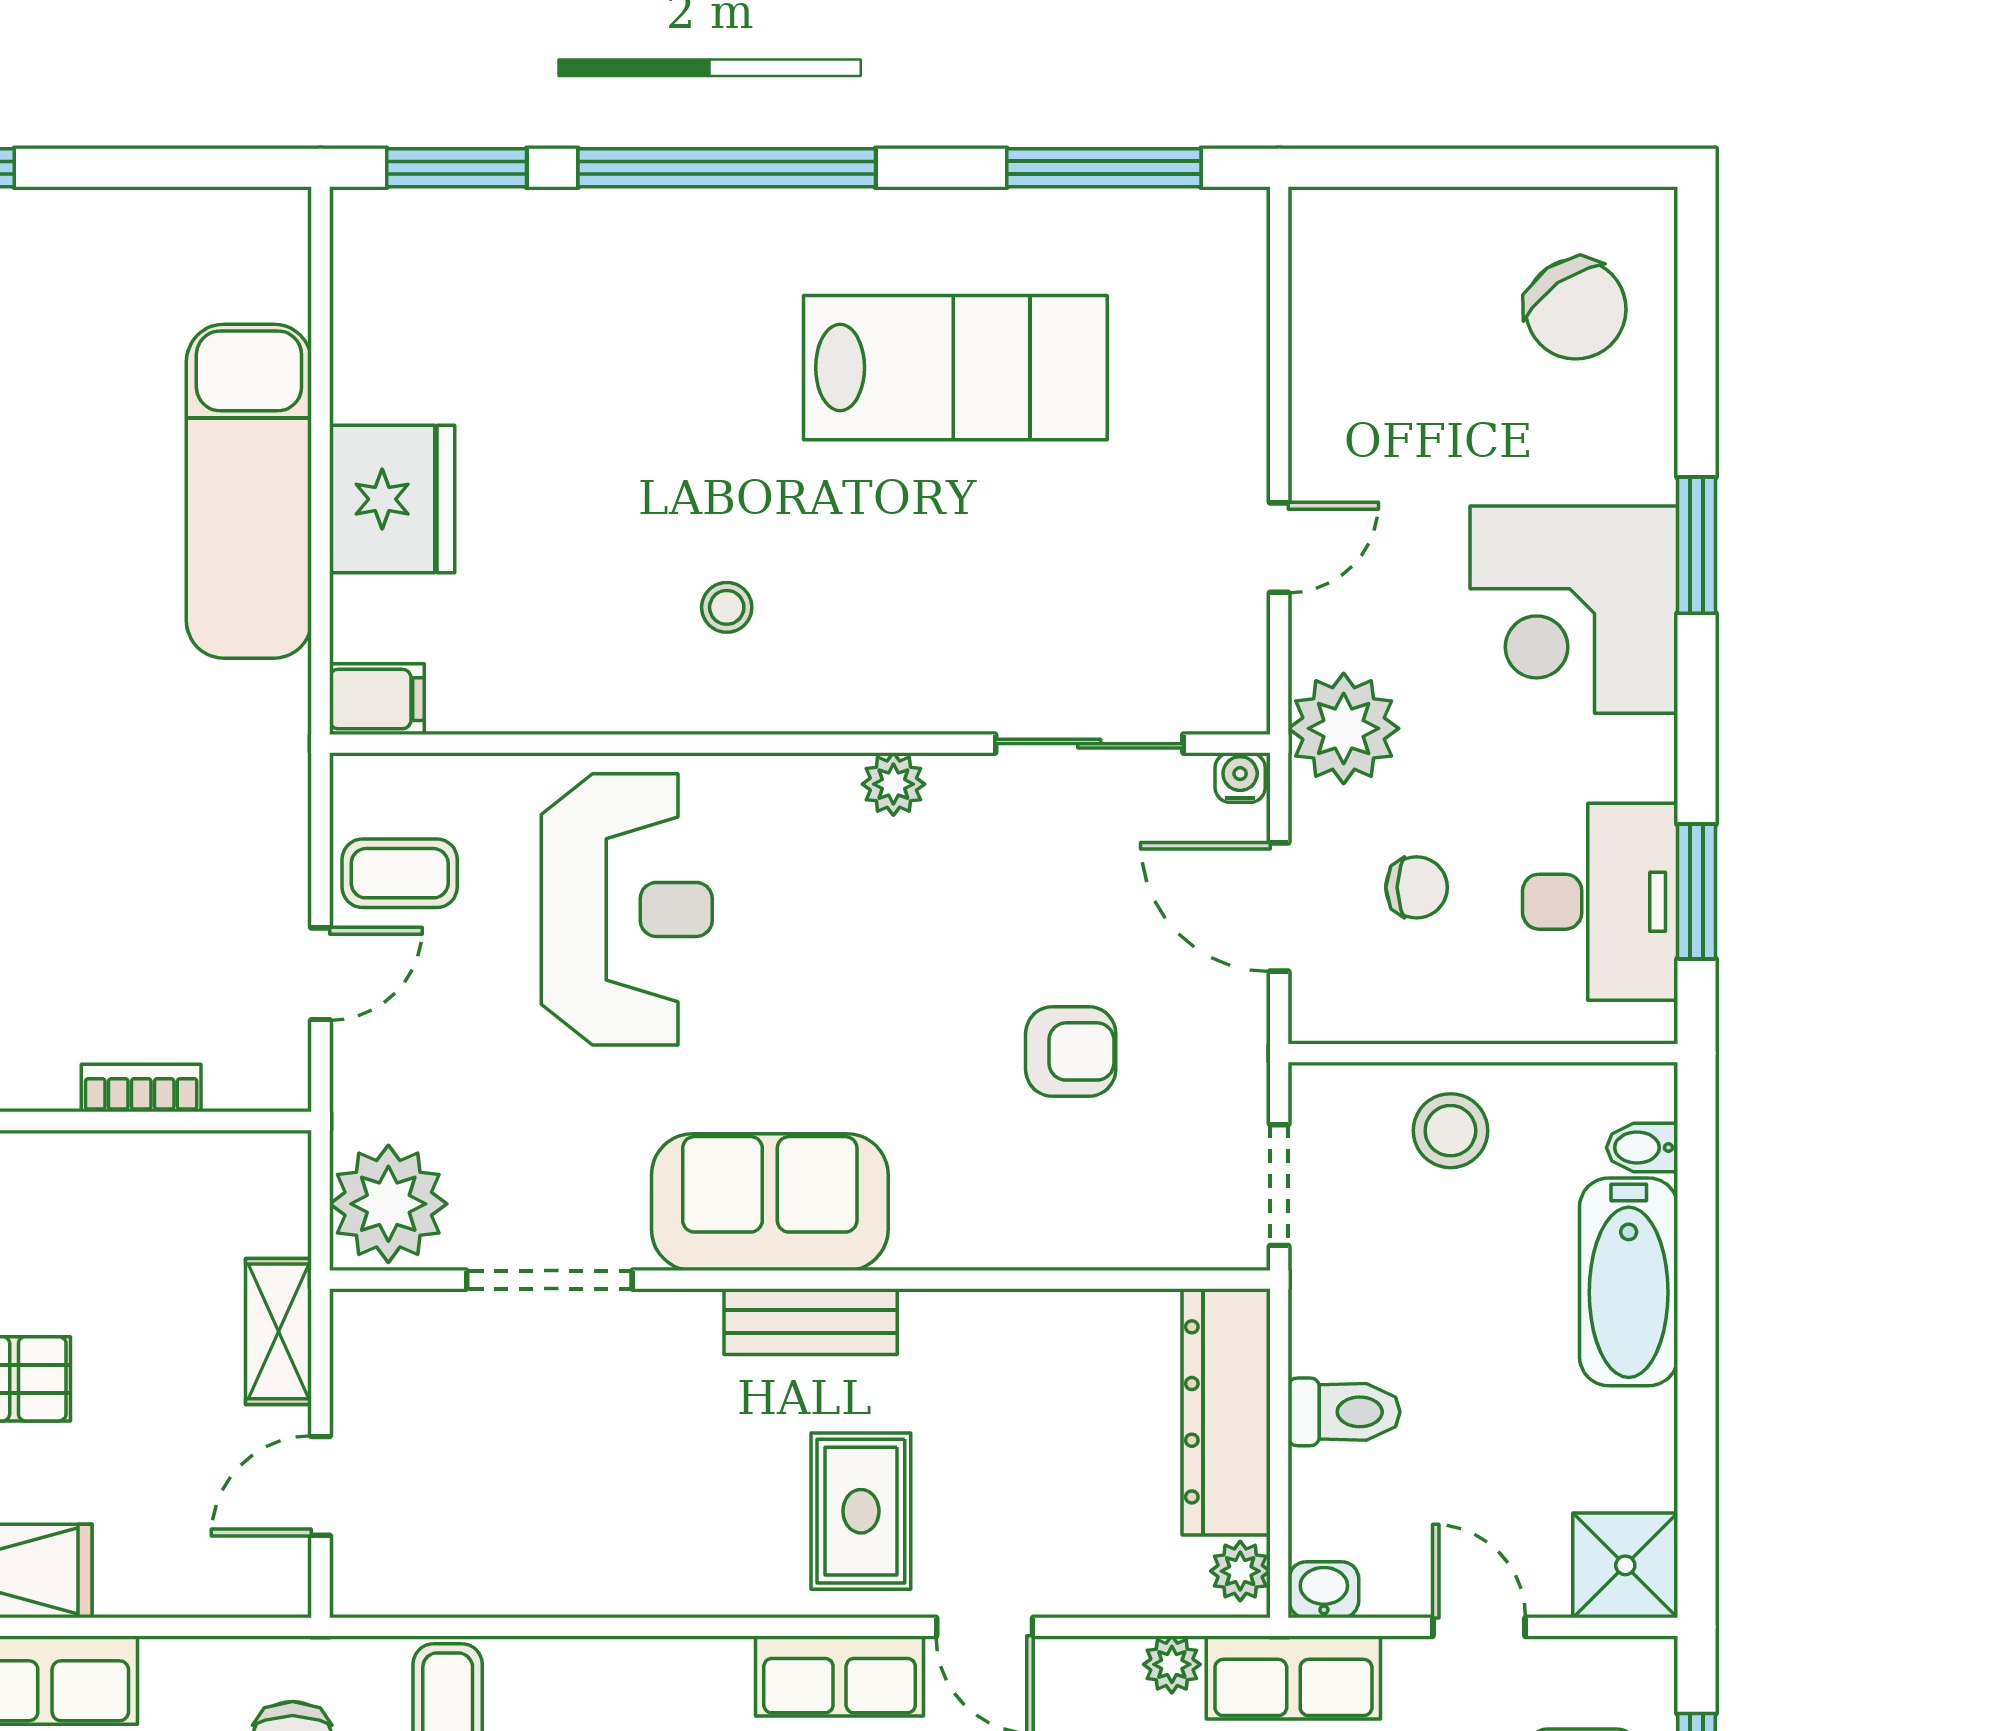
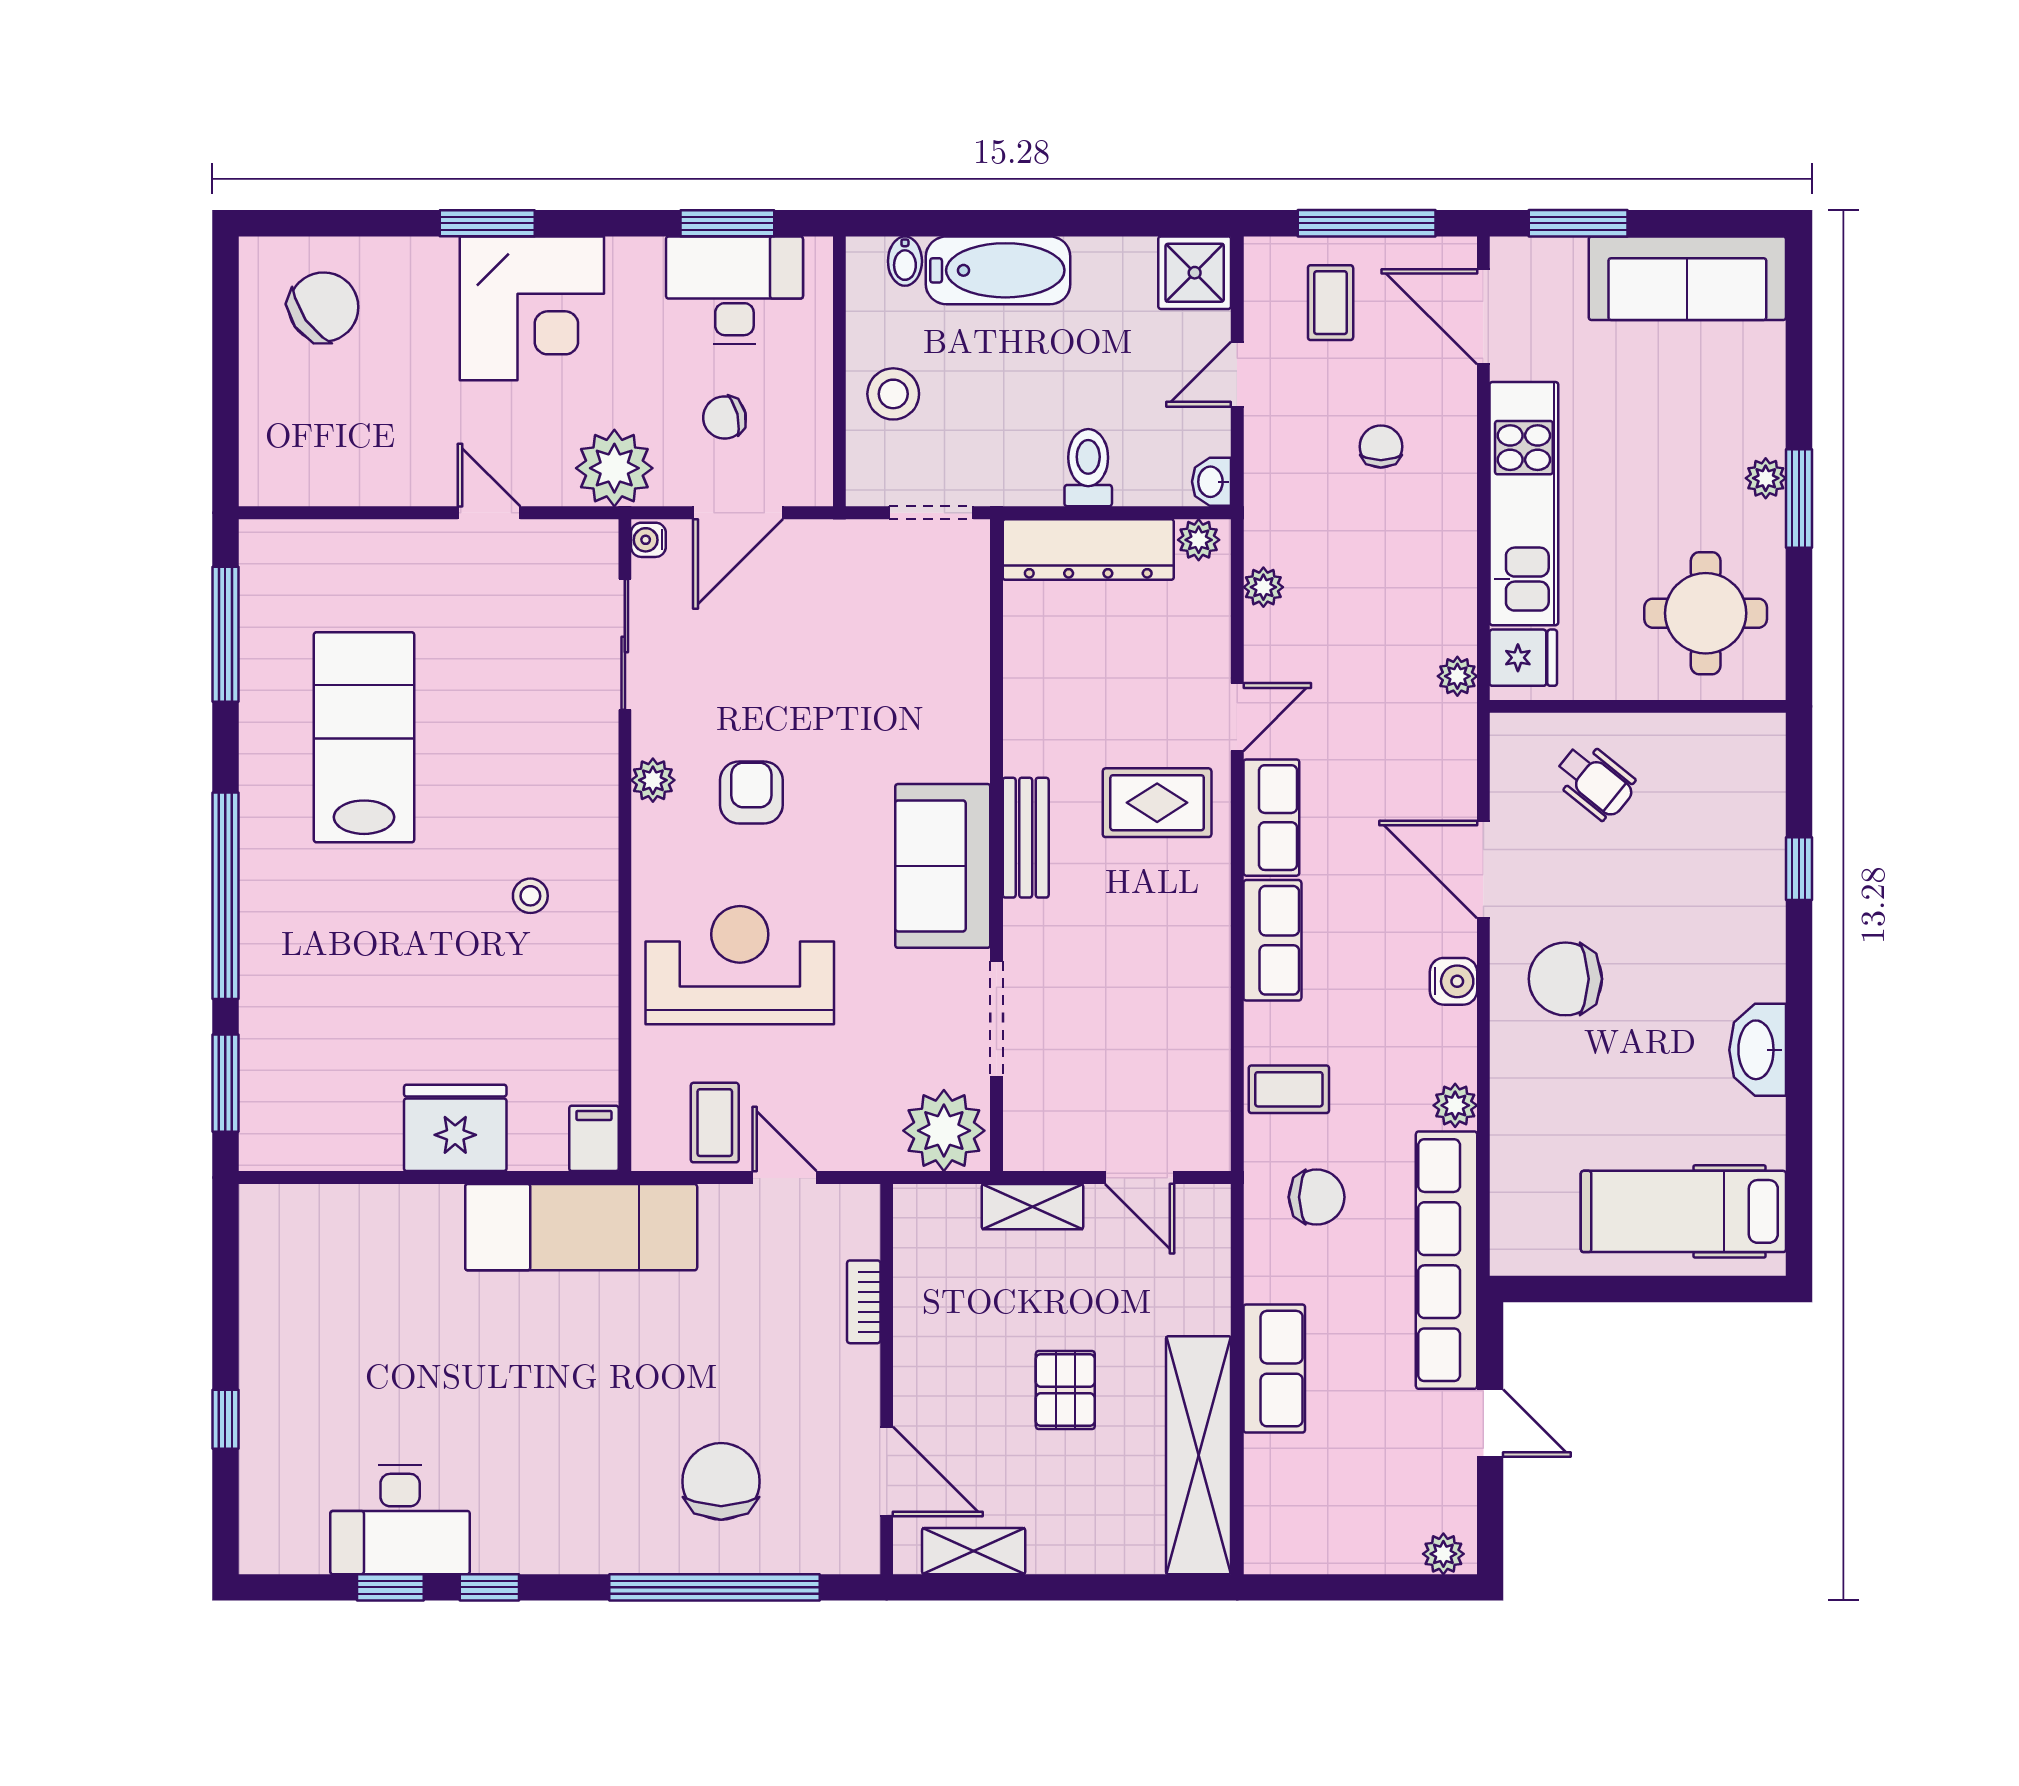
exam couch: (249, 491) -> (581, 1227), moved
chair: (1417, 887) -> (725, 417), turned -104
armchair: (1071, 1051) -> (751, 792), moved
row of seats: (1293, 1677) -> (1272, 940), moved

